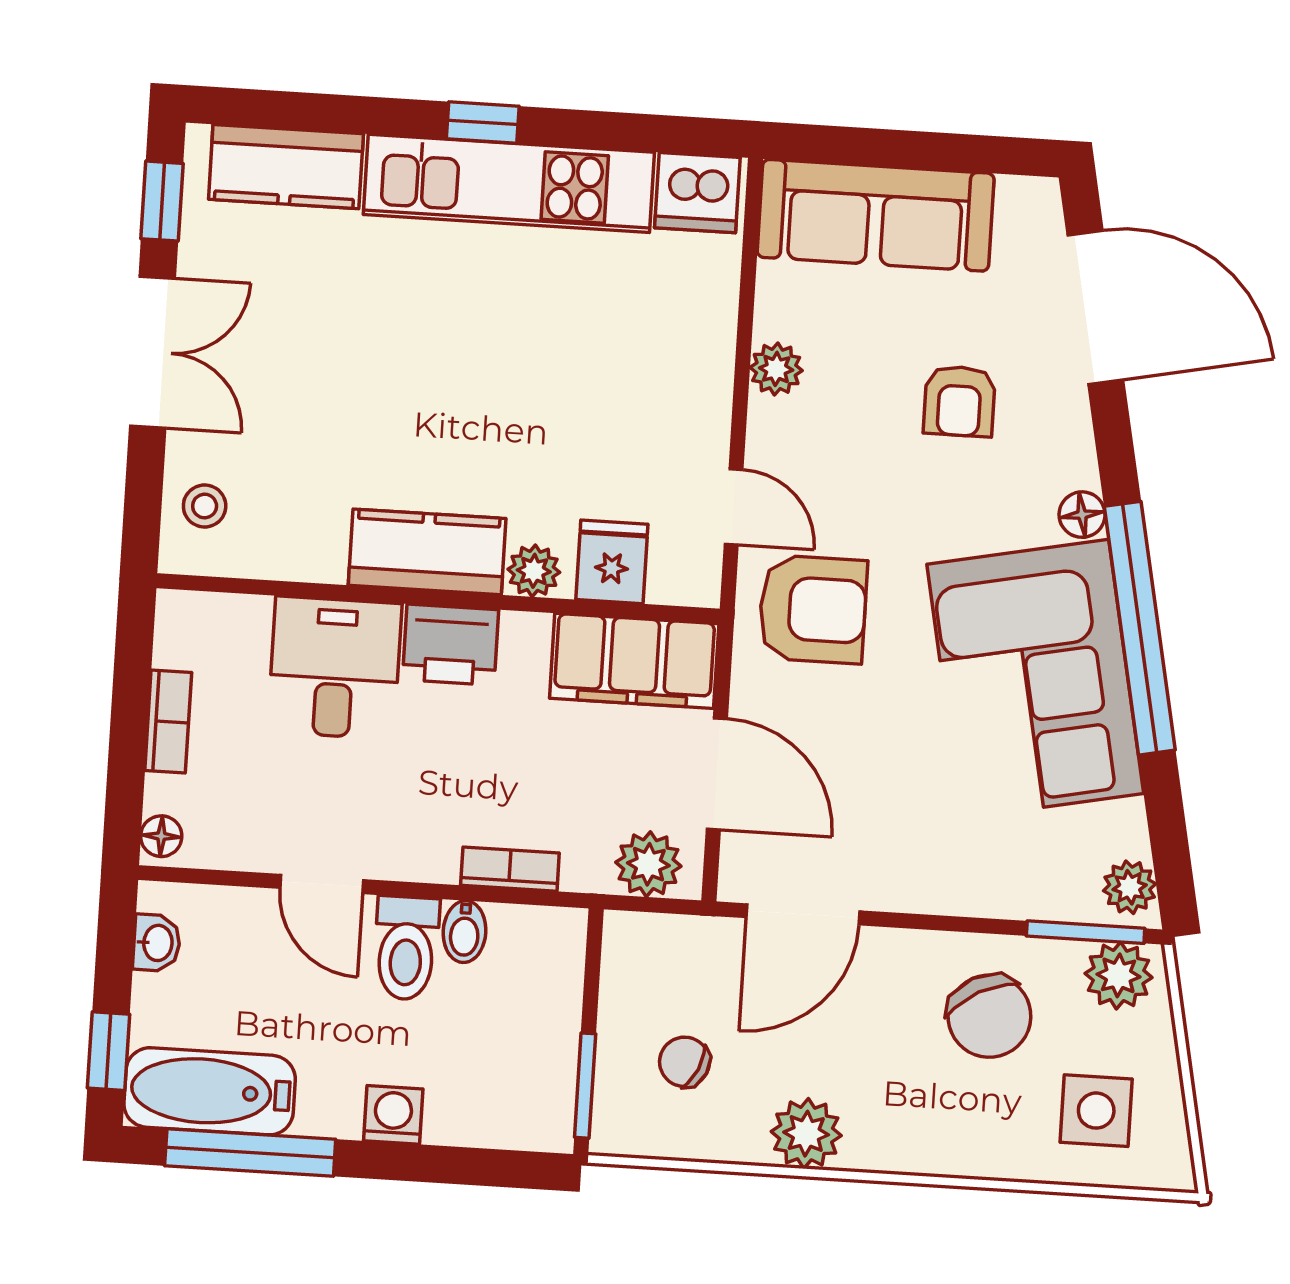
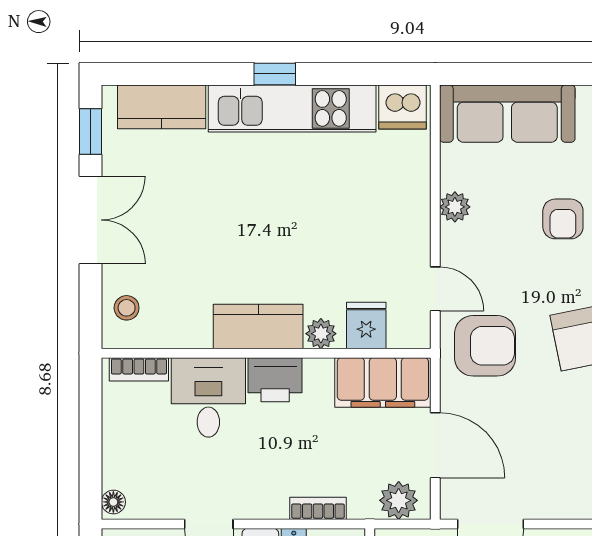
bookcase: (168, 722) -> (139, 369), moved, turned 90

